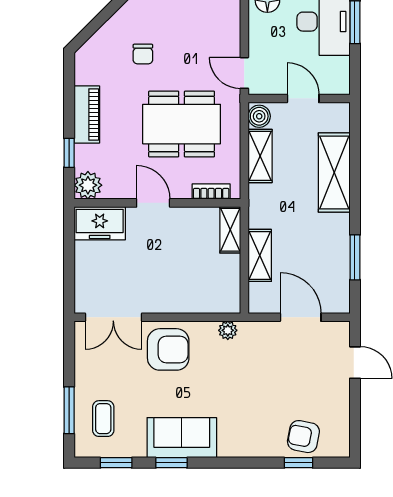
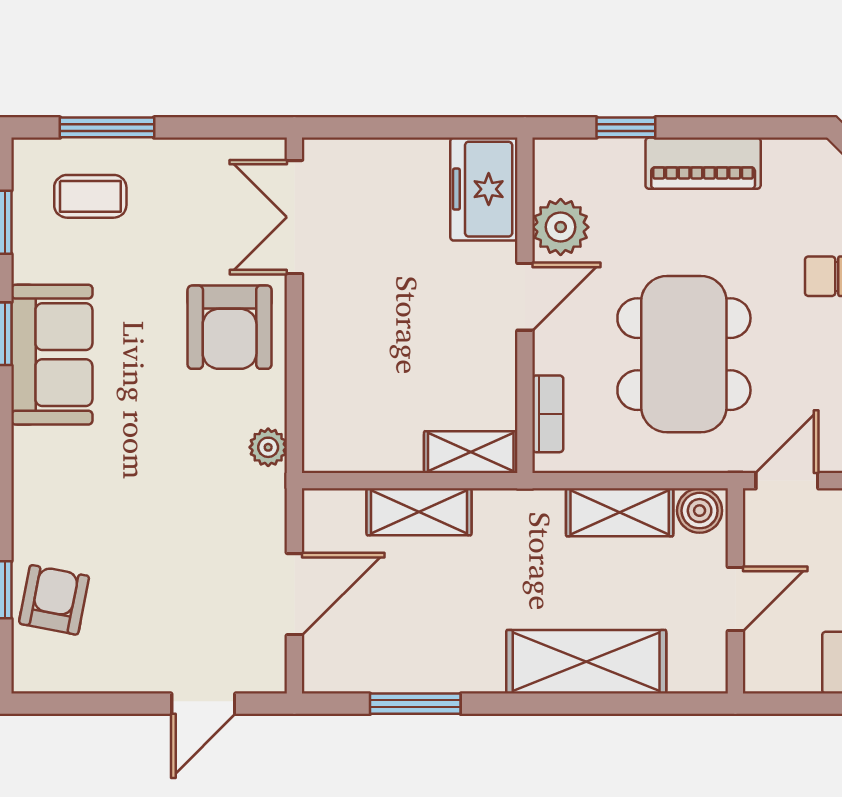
plant: (88, 185) -> (561, 227), moved

